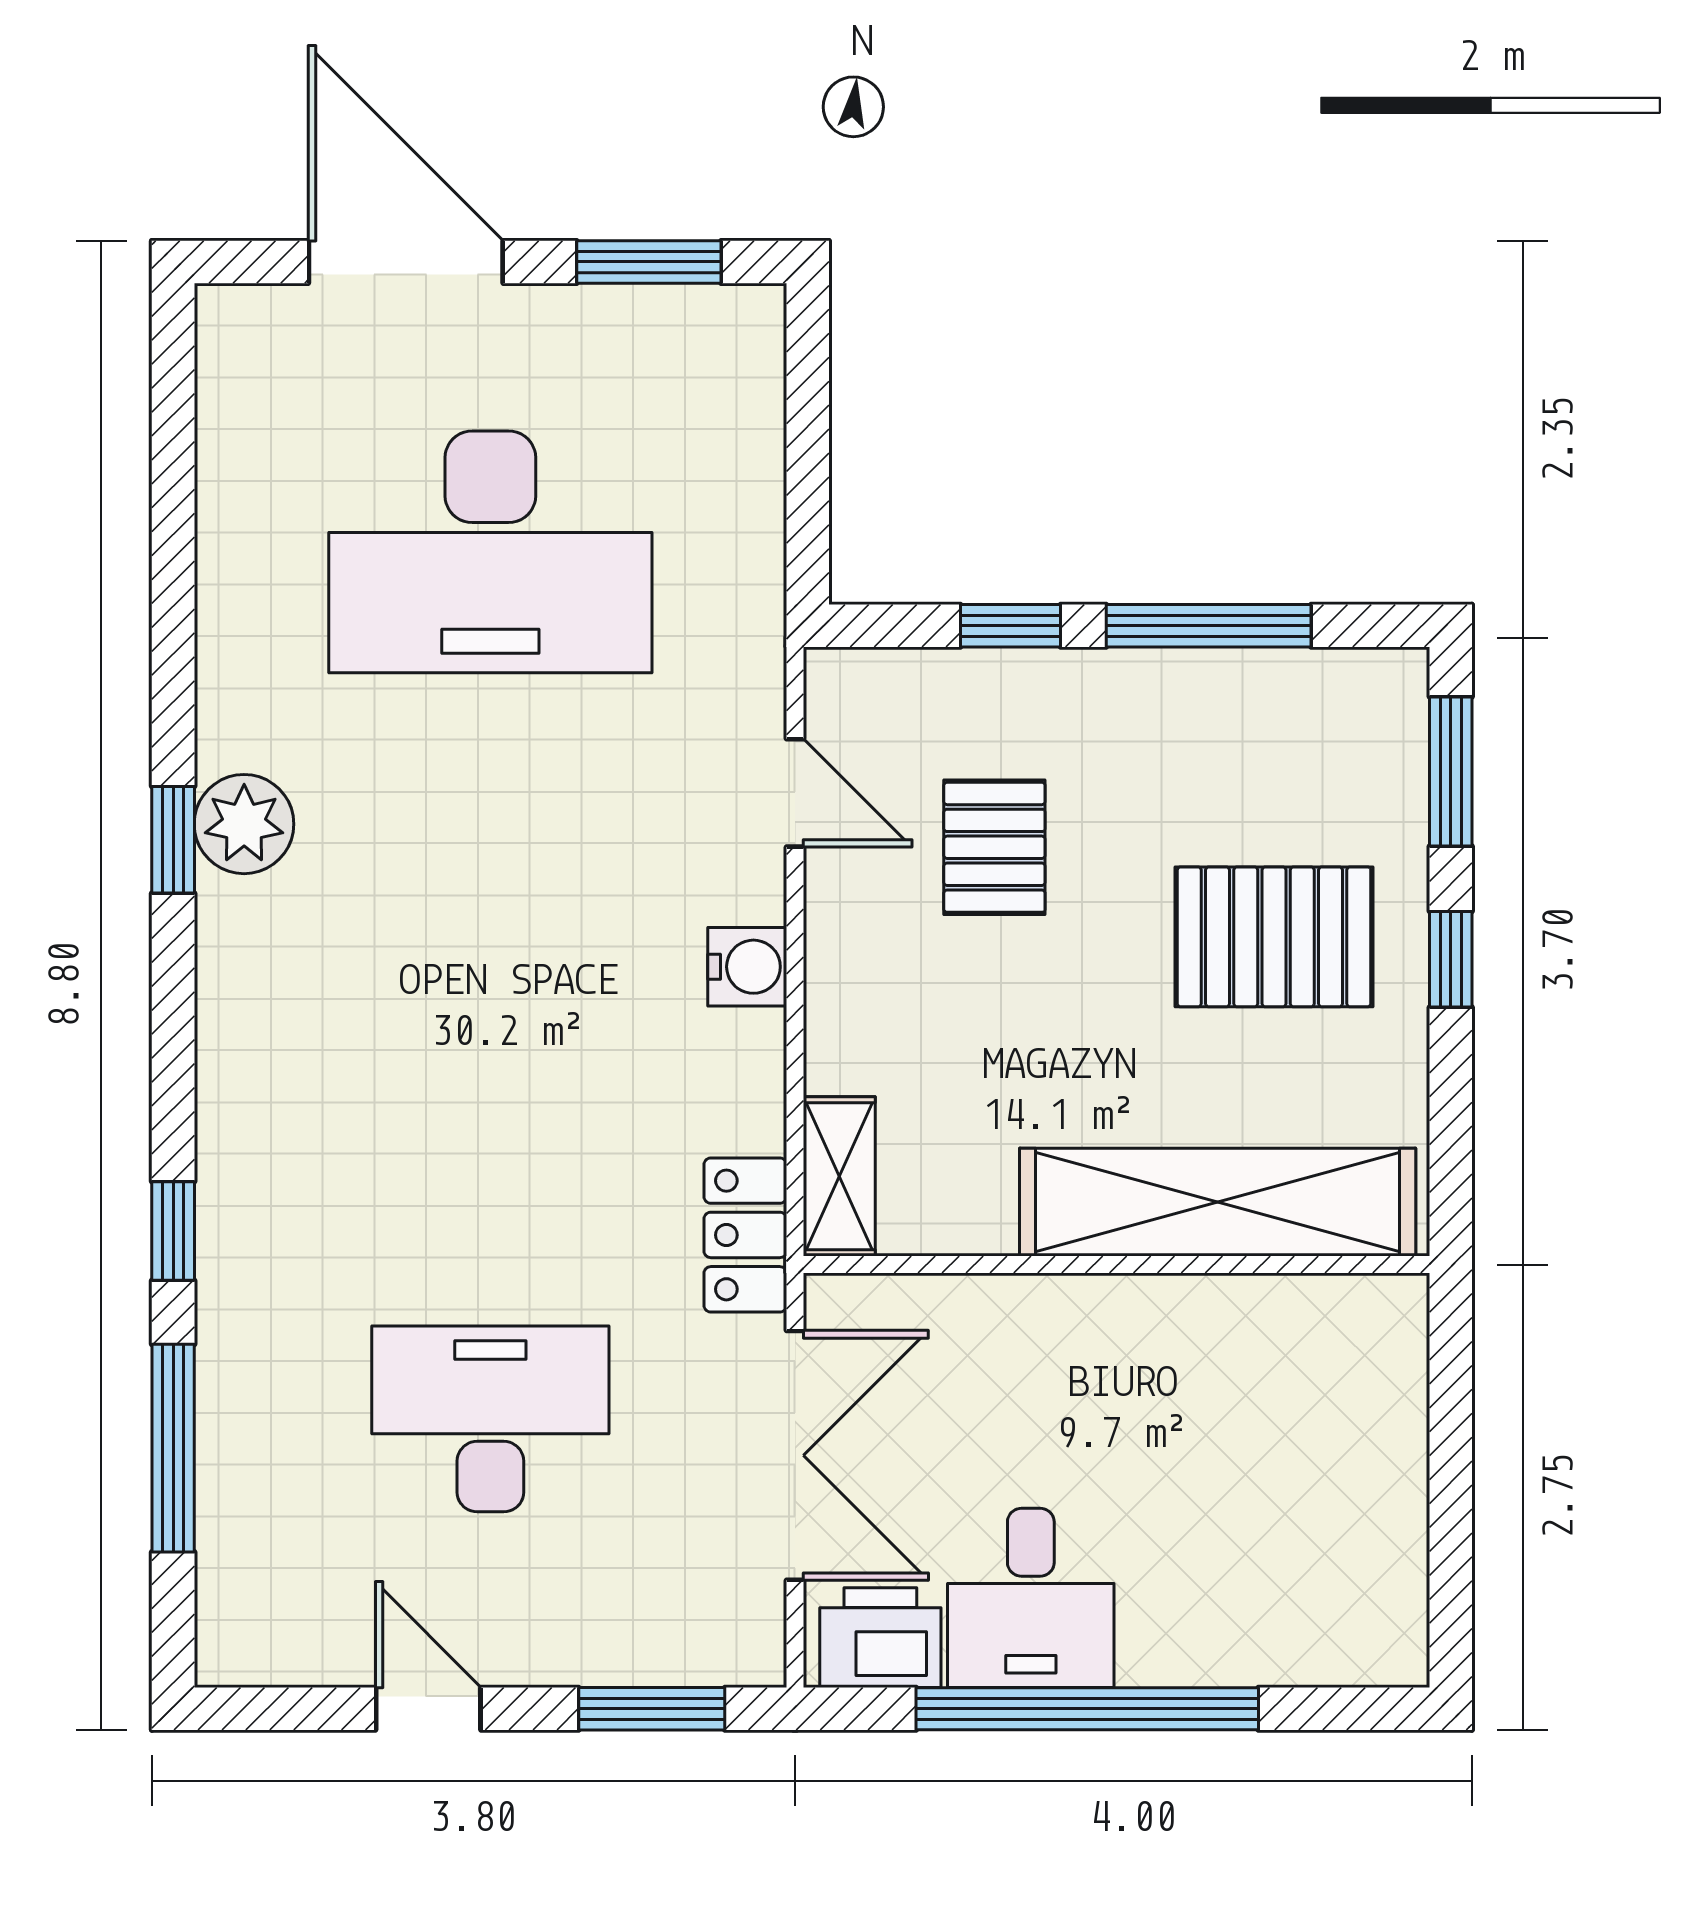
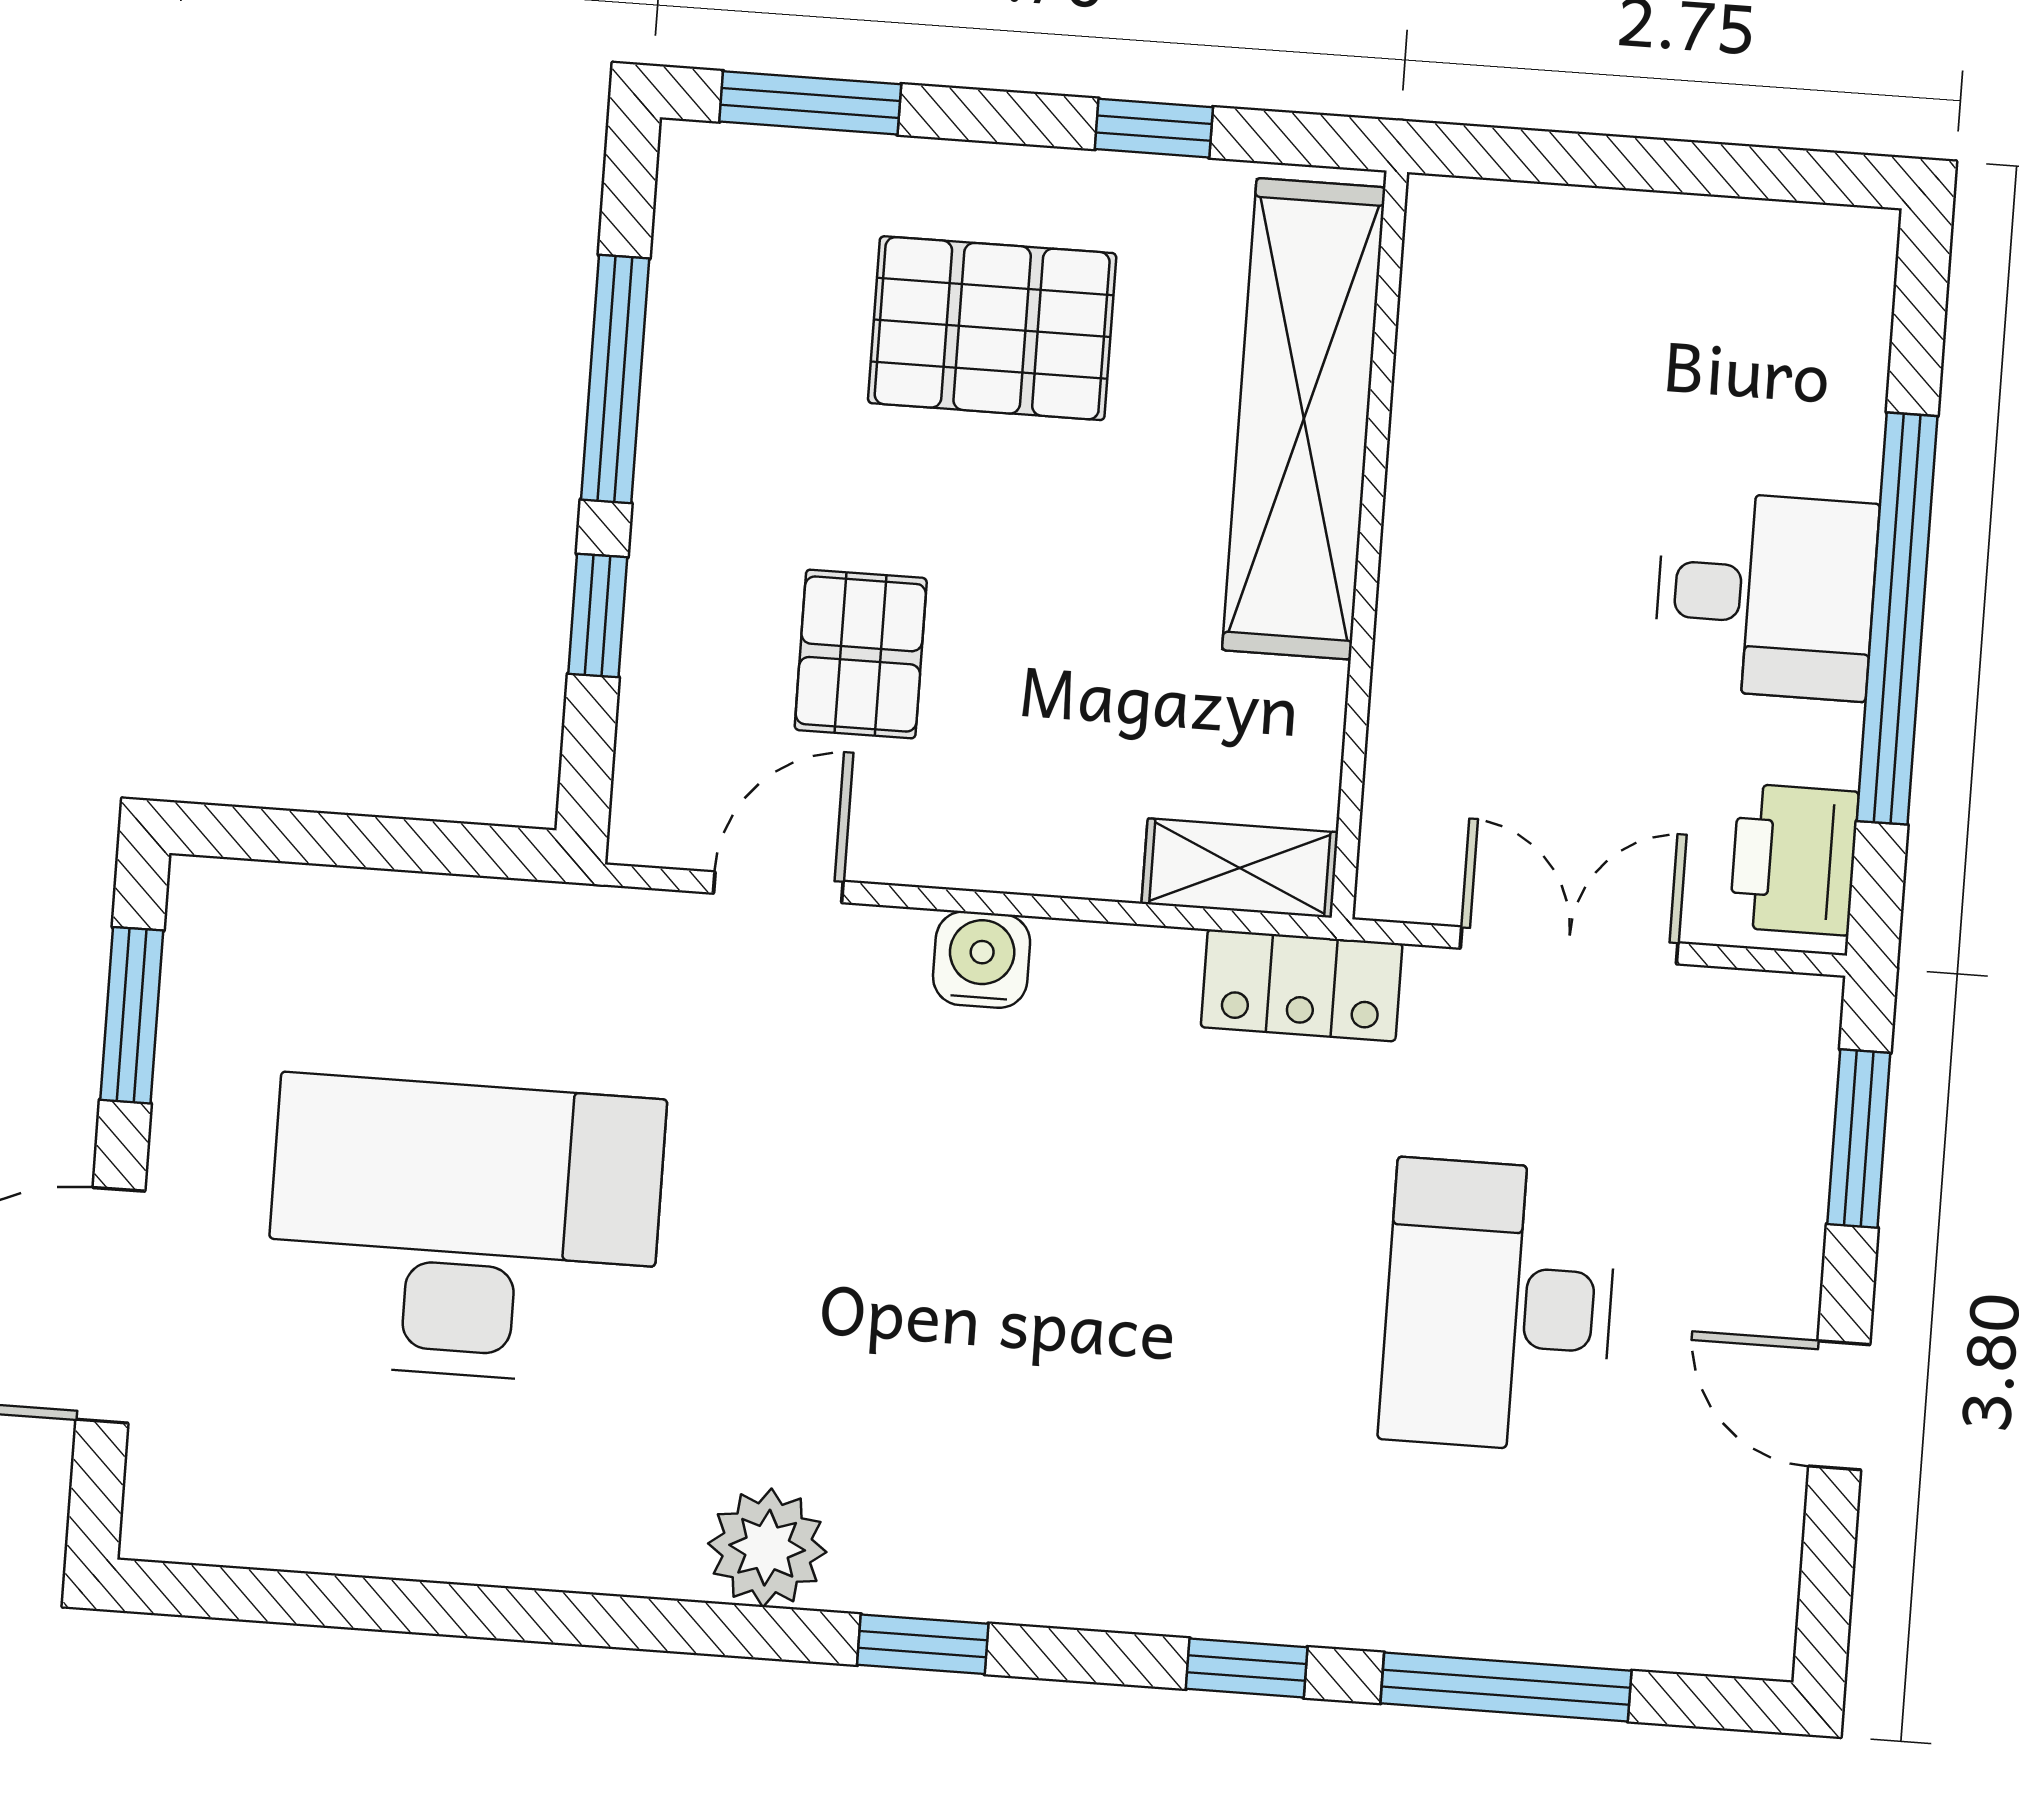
desk: (490, 552) -> (464, 1230), turned -90
window: (173, 840) -> (923, 1644), moved
pallet: (994, 847) -> (861, 654), turned 90
pallet: (1274, 937) -> (992, 328), turned 90
window: (1451, 959) -> (1154, 128), moved
double door: (795, 1455) -> (1569, 945), width x0.73
desk: (1031, 1598) -> (1766, 595), moved
door: (428, 1709) -> (1839, 1405), hinge flipped

